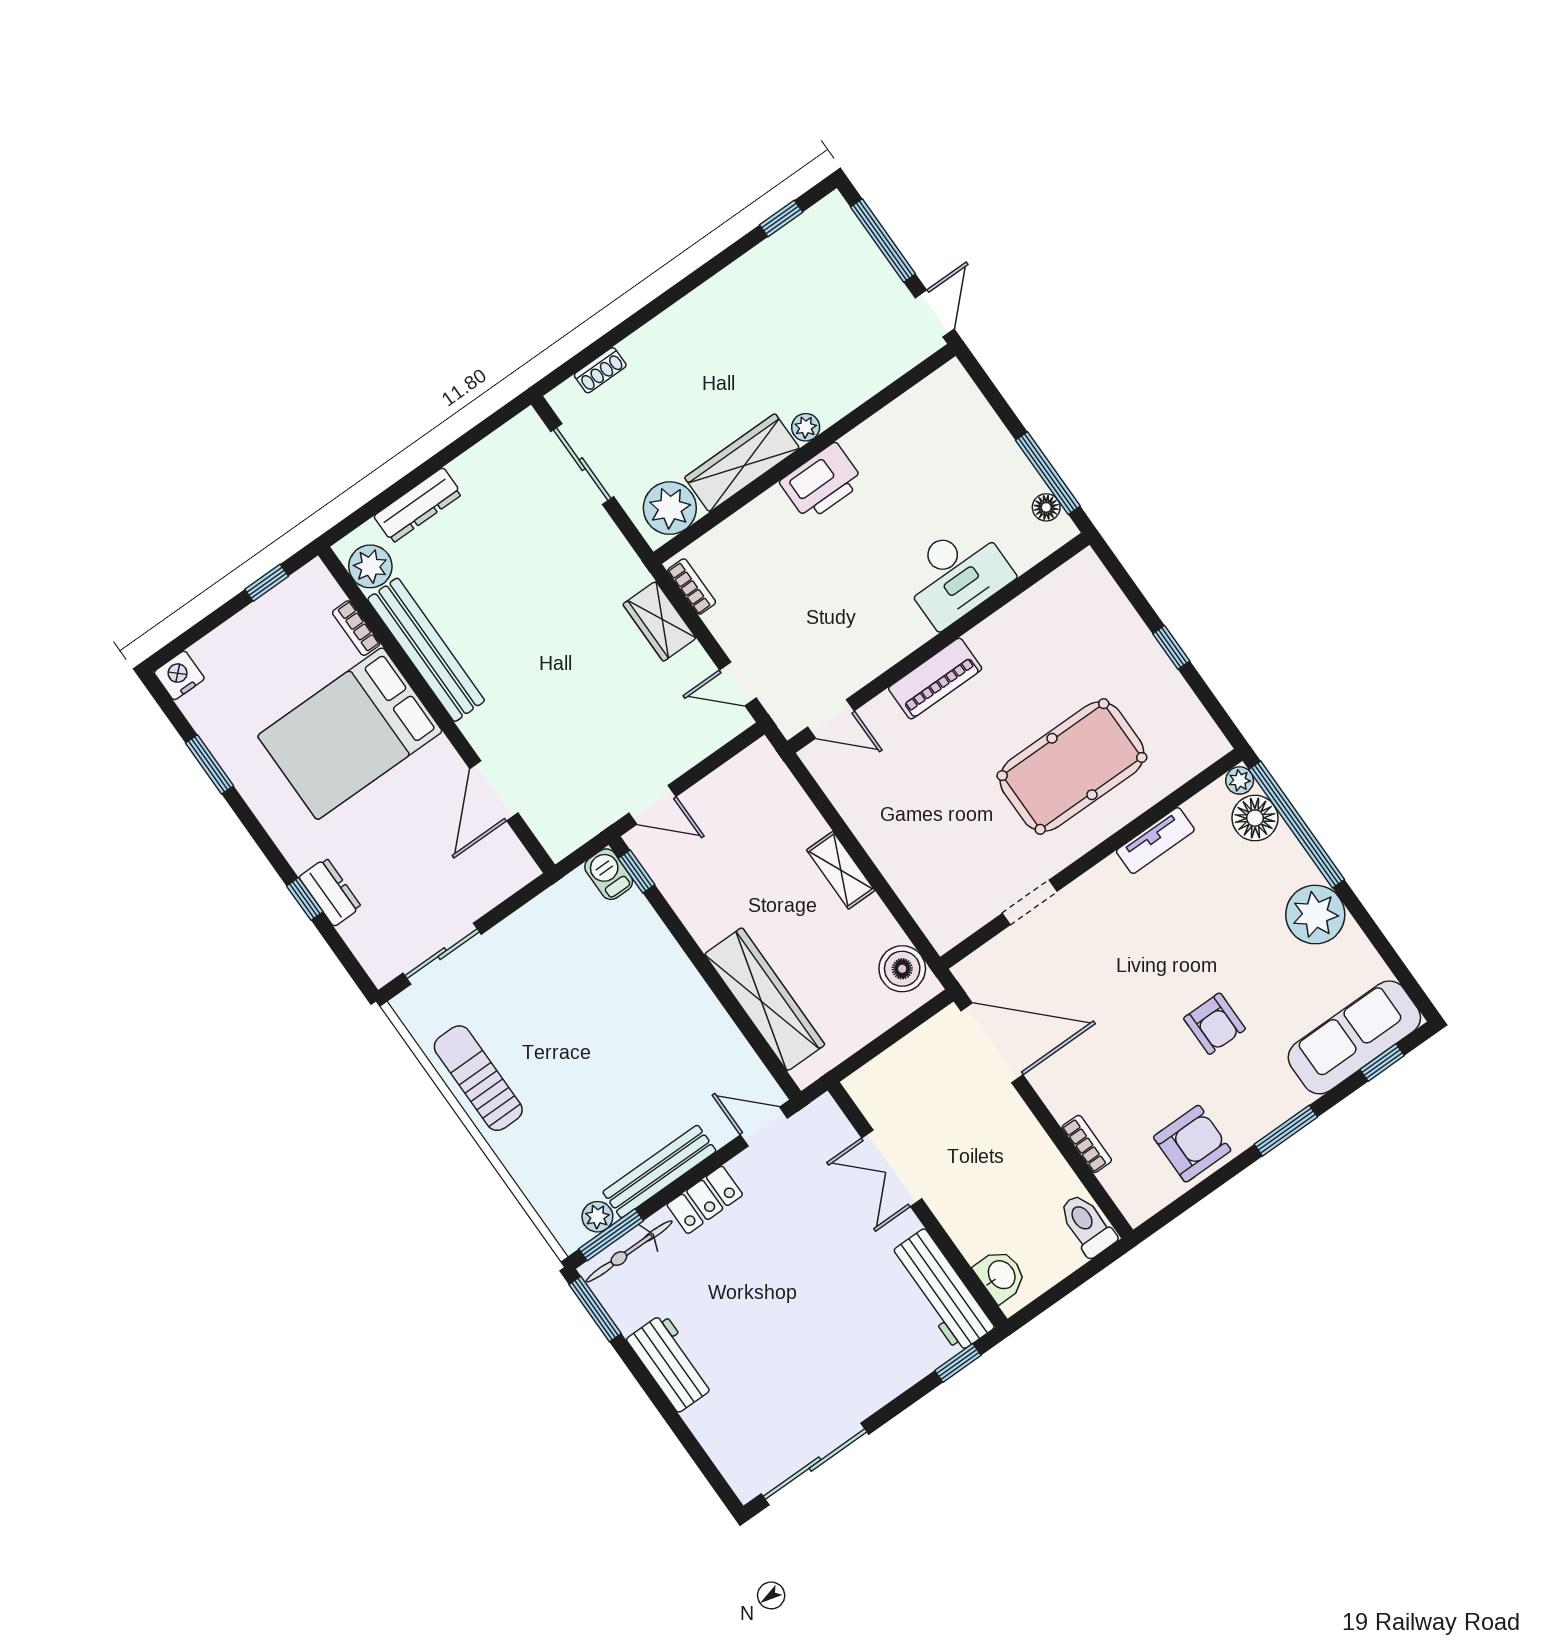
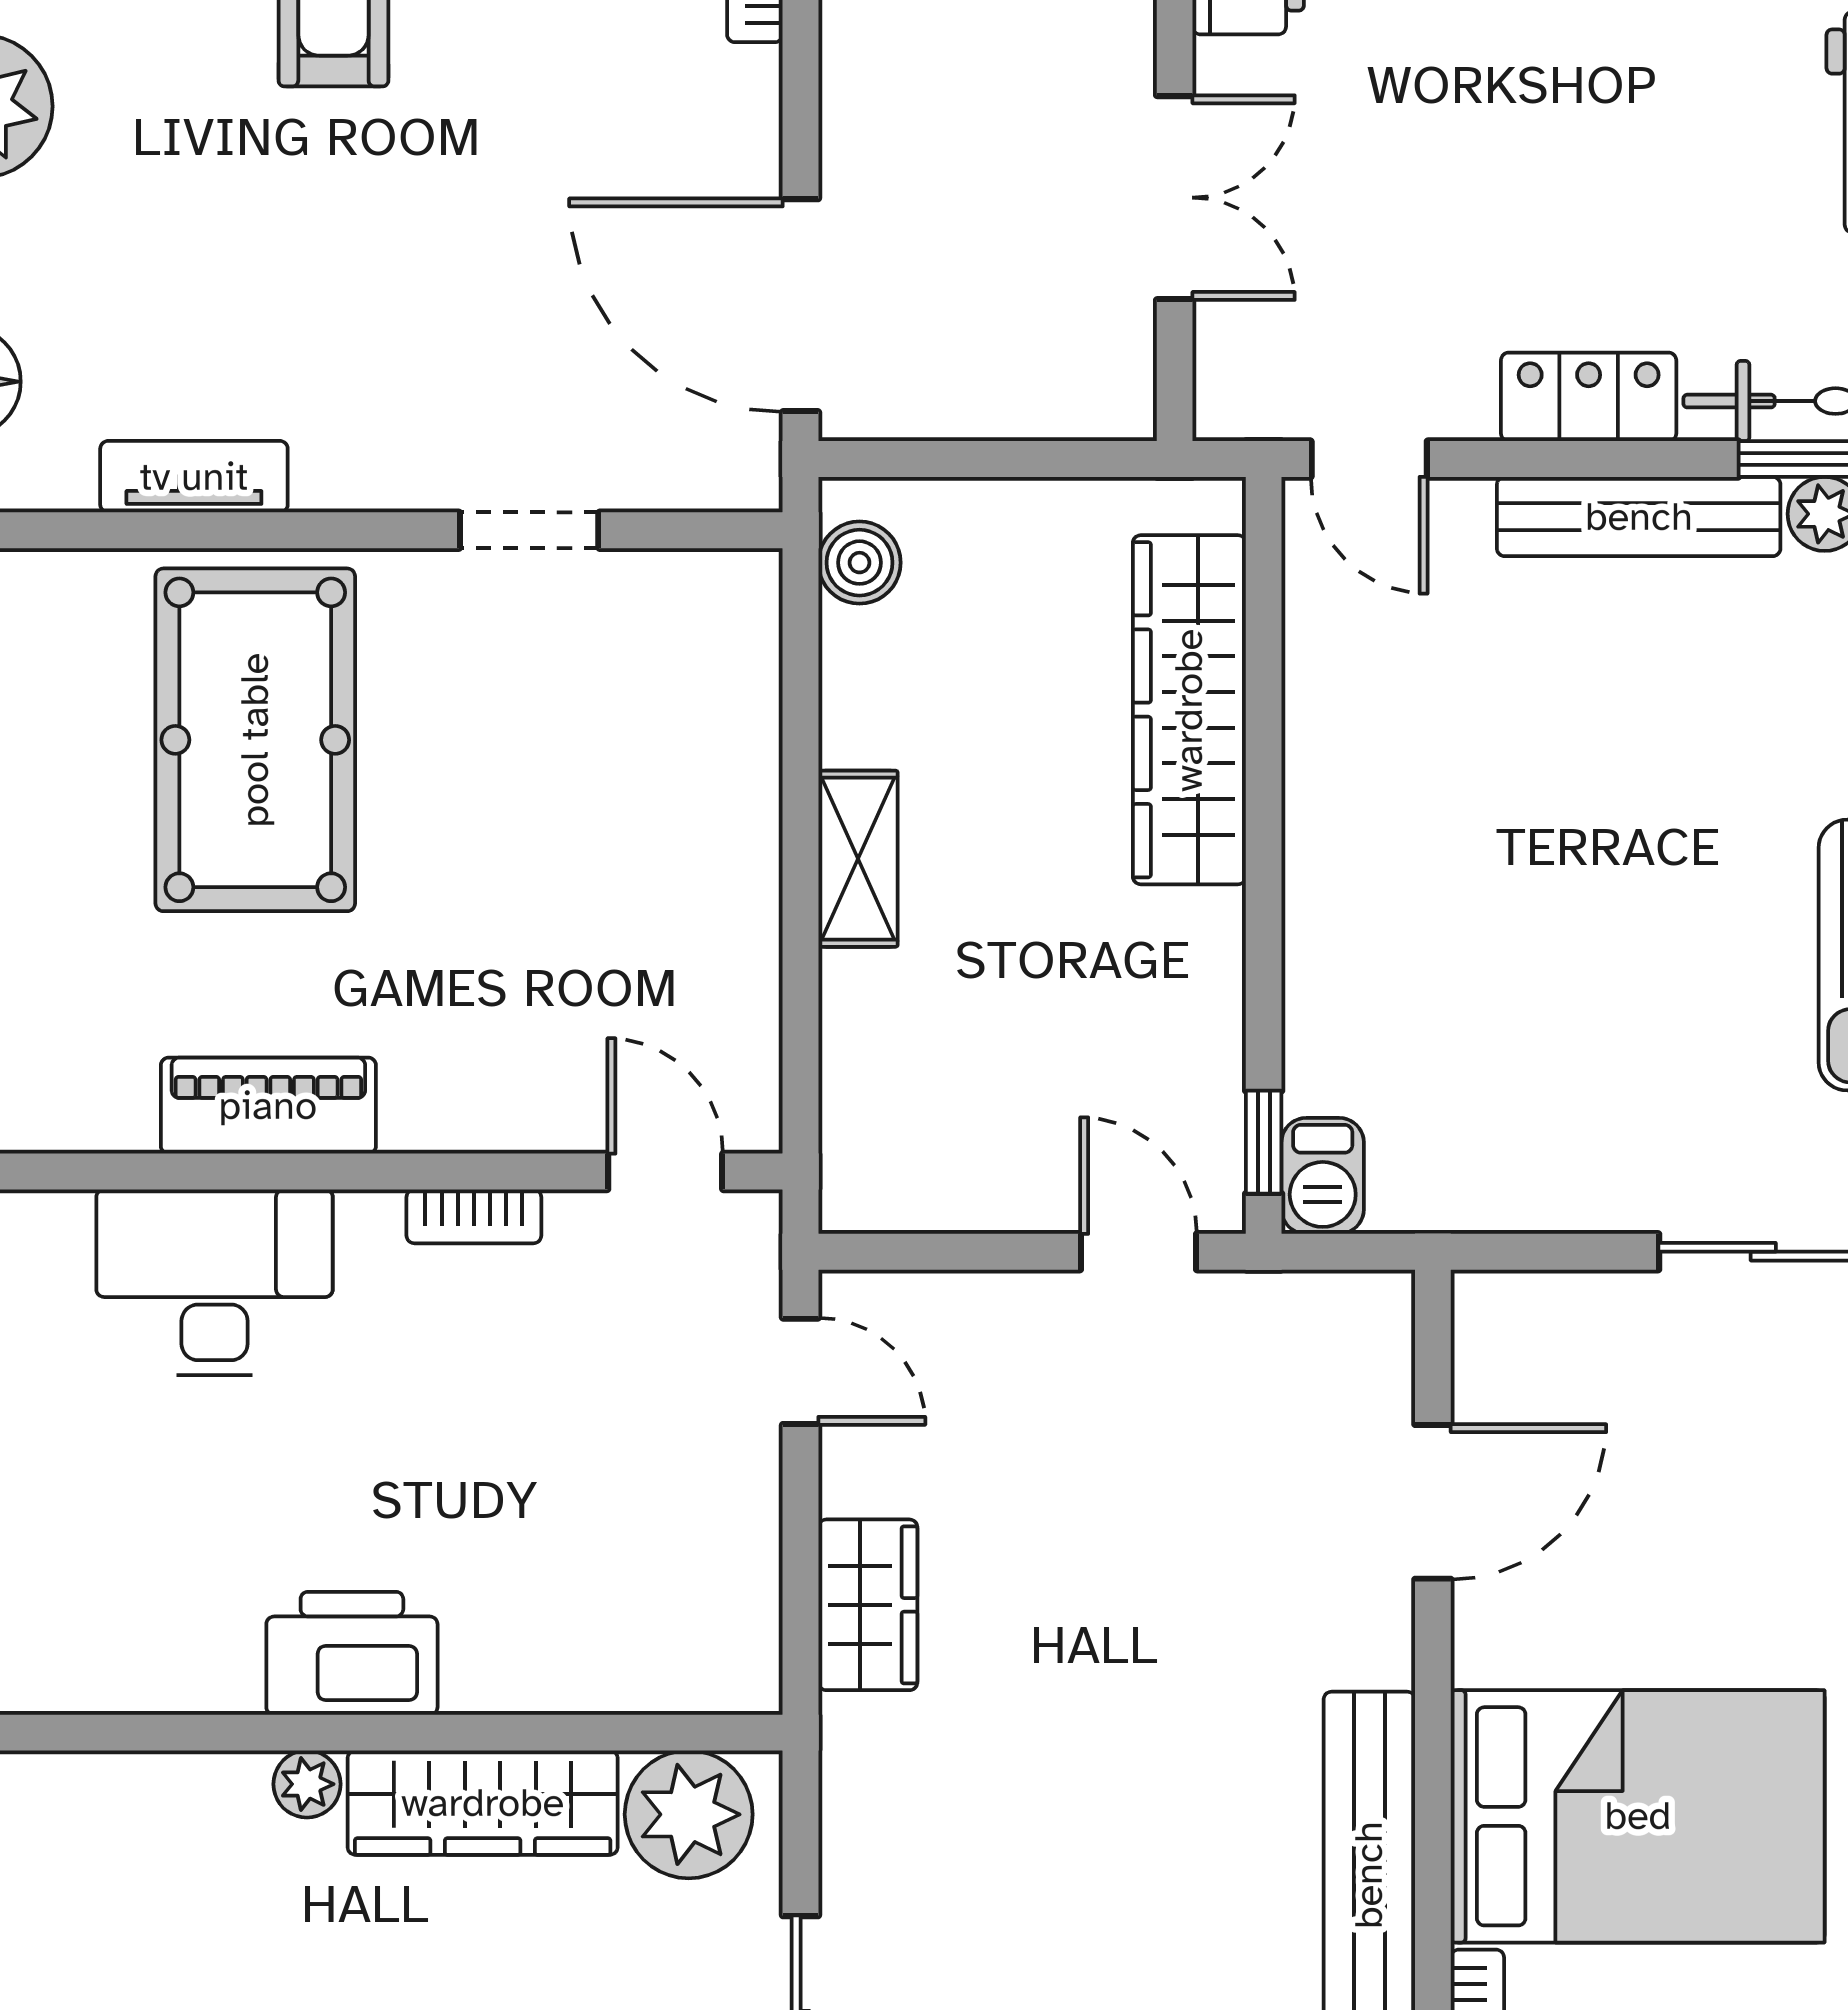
bookcase: (692, 587) -> (474, 1216), moved, turned -90
piano: (935, 678) -> (268, 1106), moved
pool table: (1072, 767) -> (255, 740), turned 90
boiler: (902, 969) -> (859, 563), width x0.73, depth x0.73

